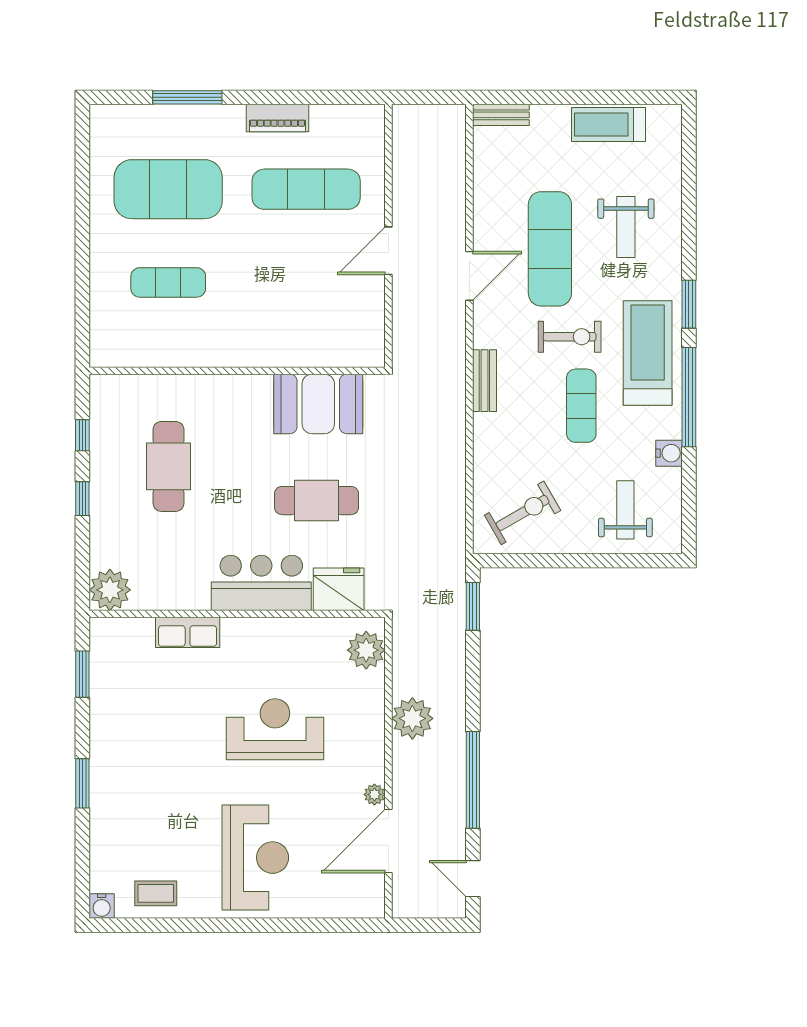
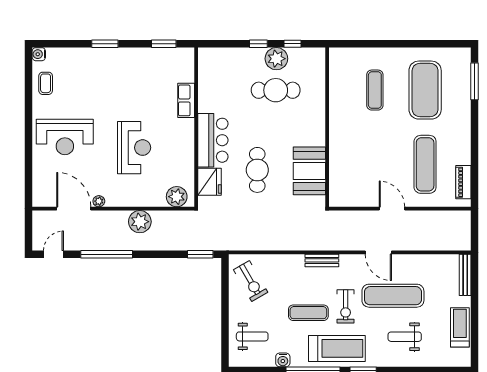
window: (187, 97) -> (475, 81), moved
bench: (501, 115) -> (465, 275), width x1.36
piano: (278, 118) -> (463, 182), moved
plant: (110, 590) -> (276, 59), moved

